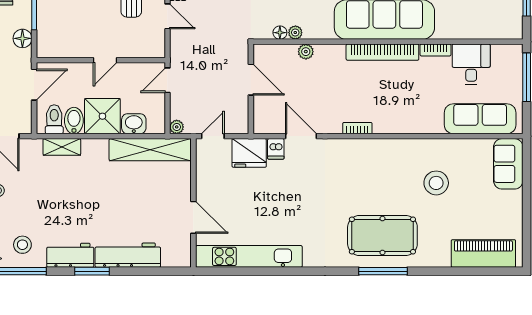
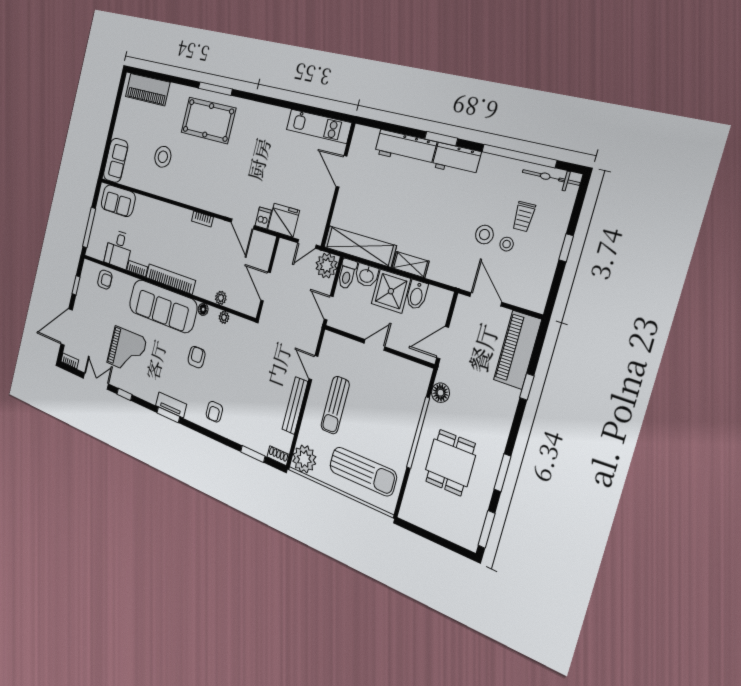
armchair: (482, 24) -> (105, 280), added
floor lamp: (280, 33) -> (203, 309), moved
door: (167, 80) -> (329, 308), swing flipped
toilet: (54, 119) -> (347, 274), moved
sofa: (480, 119) -> (118, 201), width x0.73
plant: (177, 127) -> (326, 266), width x1.88, depth x1.88
shelving: (62, 147) -> (410, 265), moved
stool: (22, 245) -> (484, 235), moved
kitchen unit: (249, 256) -> (319, 126), width x0.73

